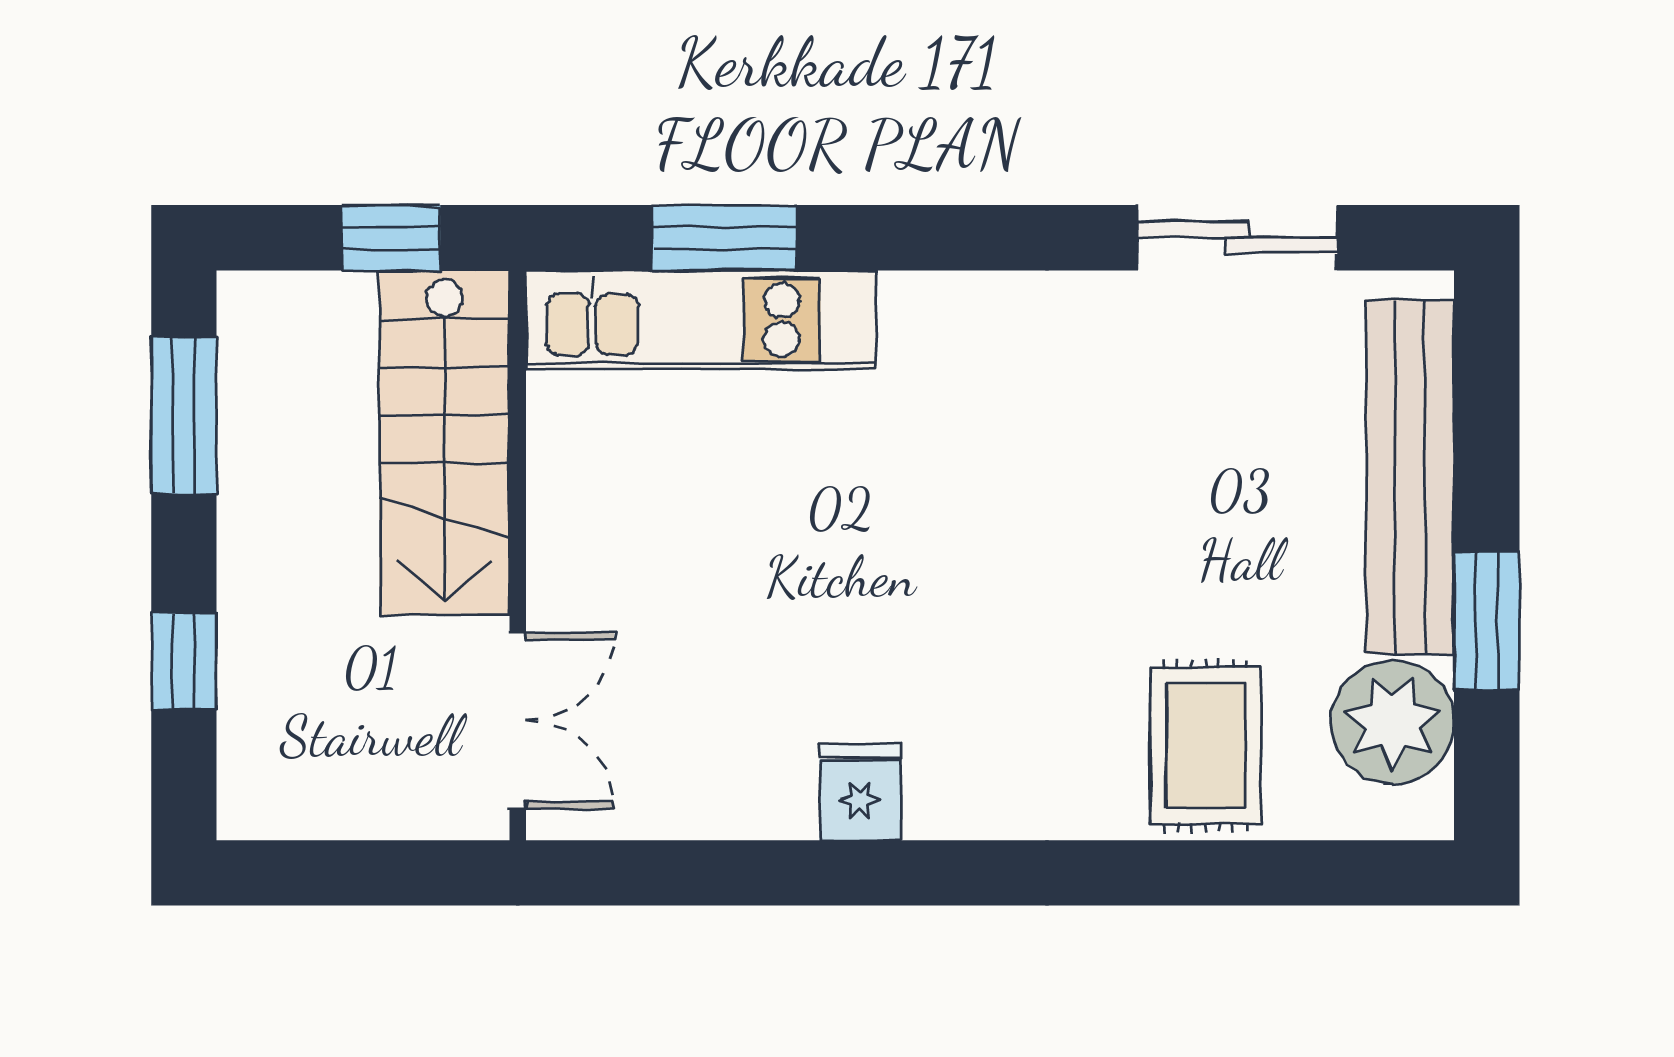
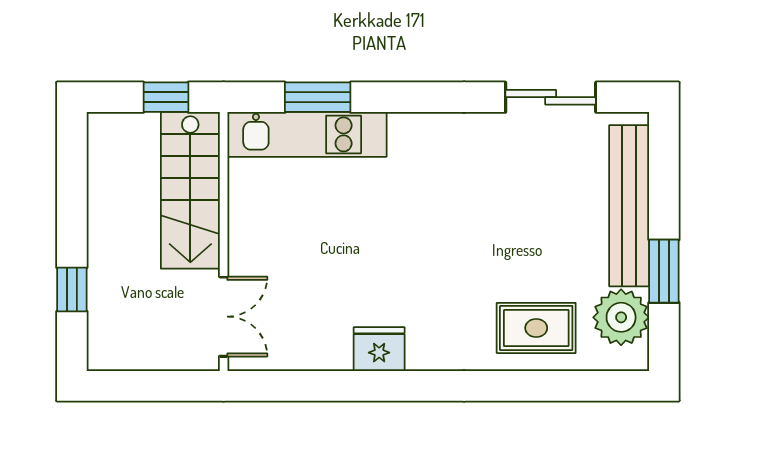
window: (184, 415) -> (72, 178), removed
rug: (1206, 746) -> (536, 328), turned 90
fridge: (860, 792) -> (379, 349), width x1.38

